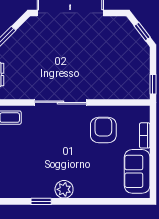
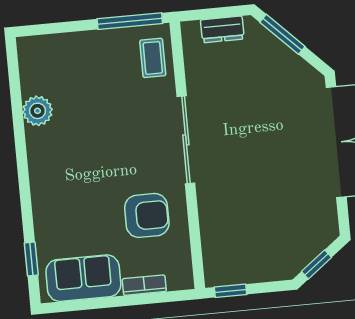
plant: (64, 189) -> (37, 111), moved
window: (41, 201) -> (31, 259), moved

